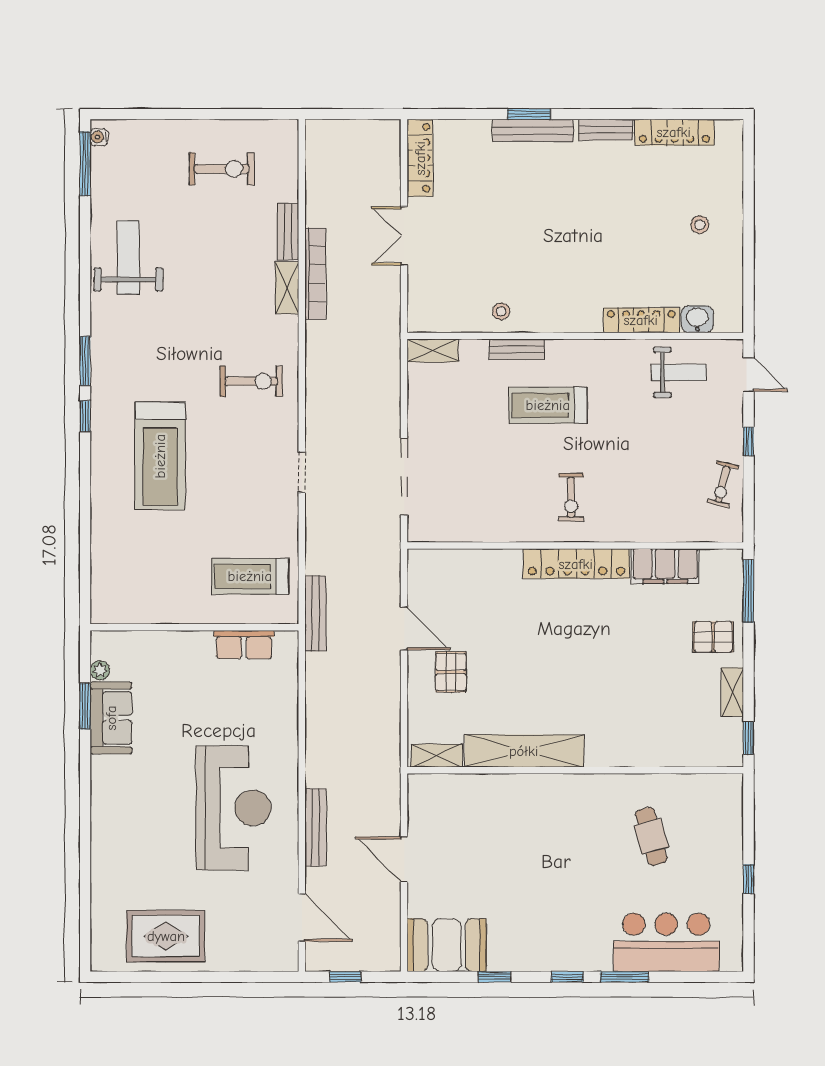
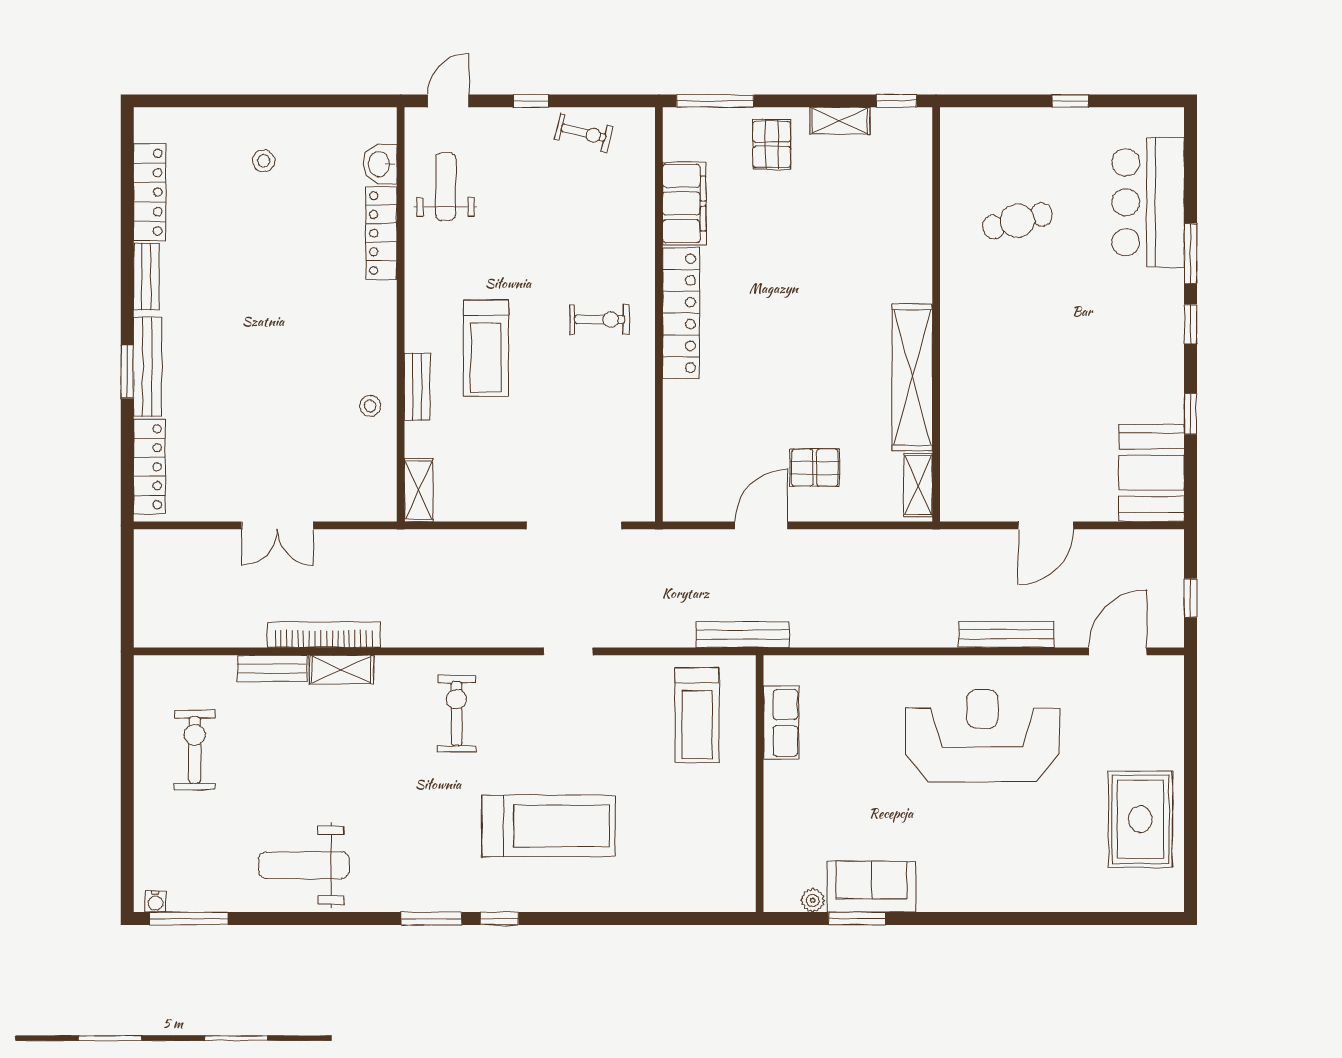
locker: (420, 158) -> (149, 467), moved, turned 90

